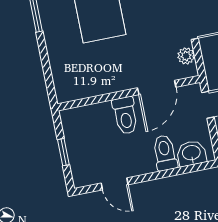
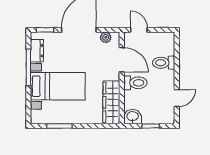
wardrobe: (88, 85) -> (111, 102), added
washbasin: (191, 153) -> (133, 117), moved, turned 90

